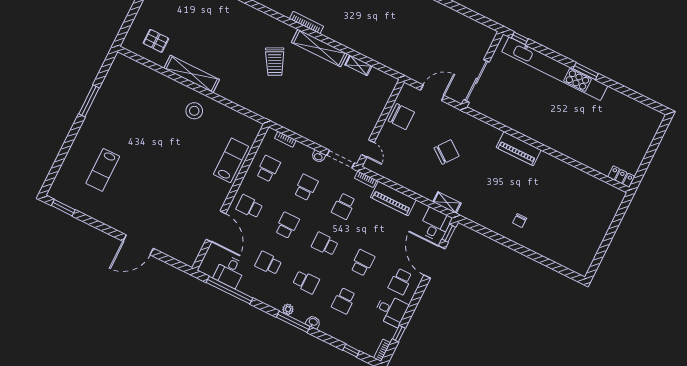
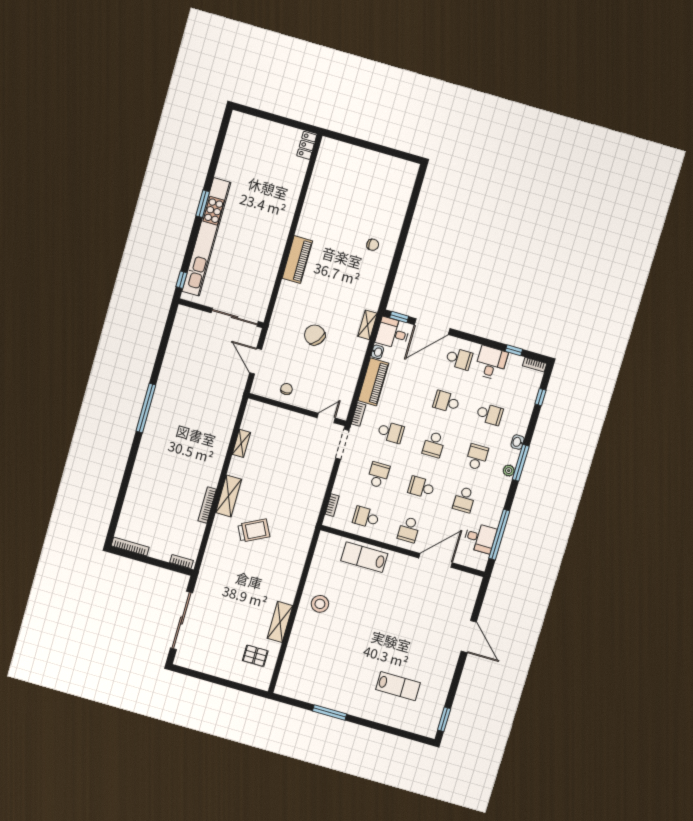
pallet: (156, 41) -> (255, 656), turned 90
shelving: (319, 48) -> (229, 496), width x0.68
shelving: (192, 74) -> (280, 622), width x0.68
chair: (401, 117) -> (286, 389), width x0.54, depth x0.54
washbasin: (318, 157) -> (377, 352), moved
school desk: (306, 187) -> (378, 475), turned 90

